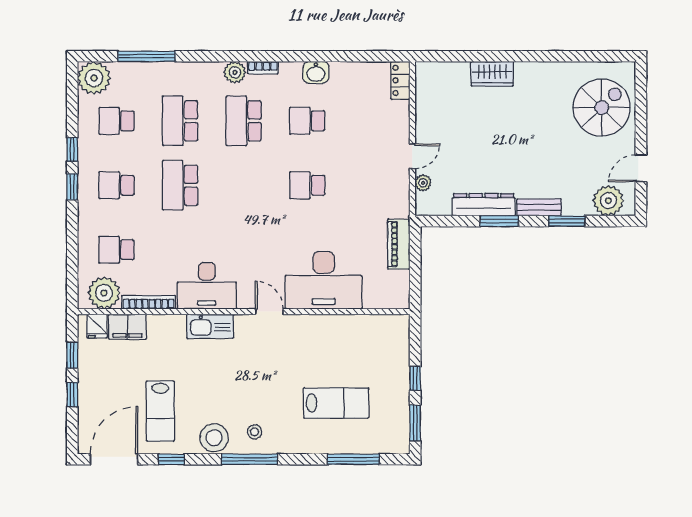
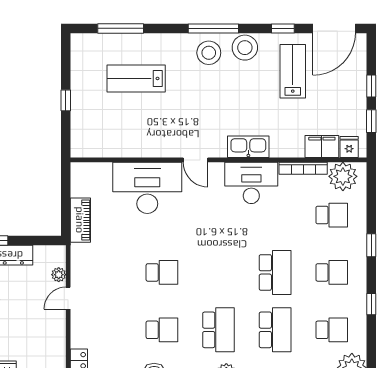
window: (72, 187) -> (371, 245), moved
window: (415, 423) -> (66, 61), removed
stool: (255, 432) -> (209, 53), width x1.89, depth x1.89

